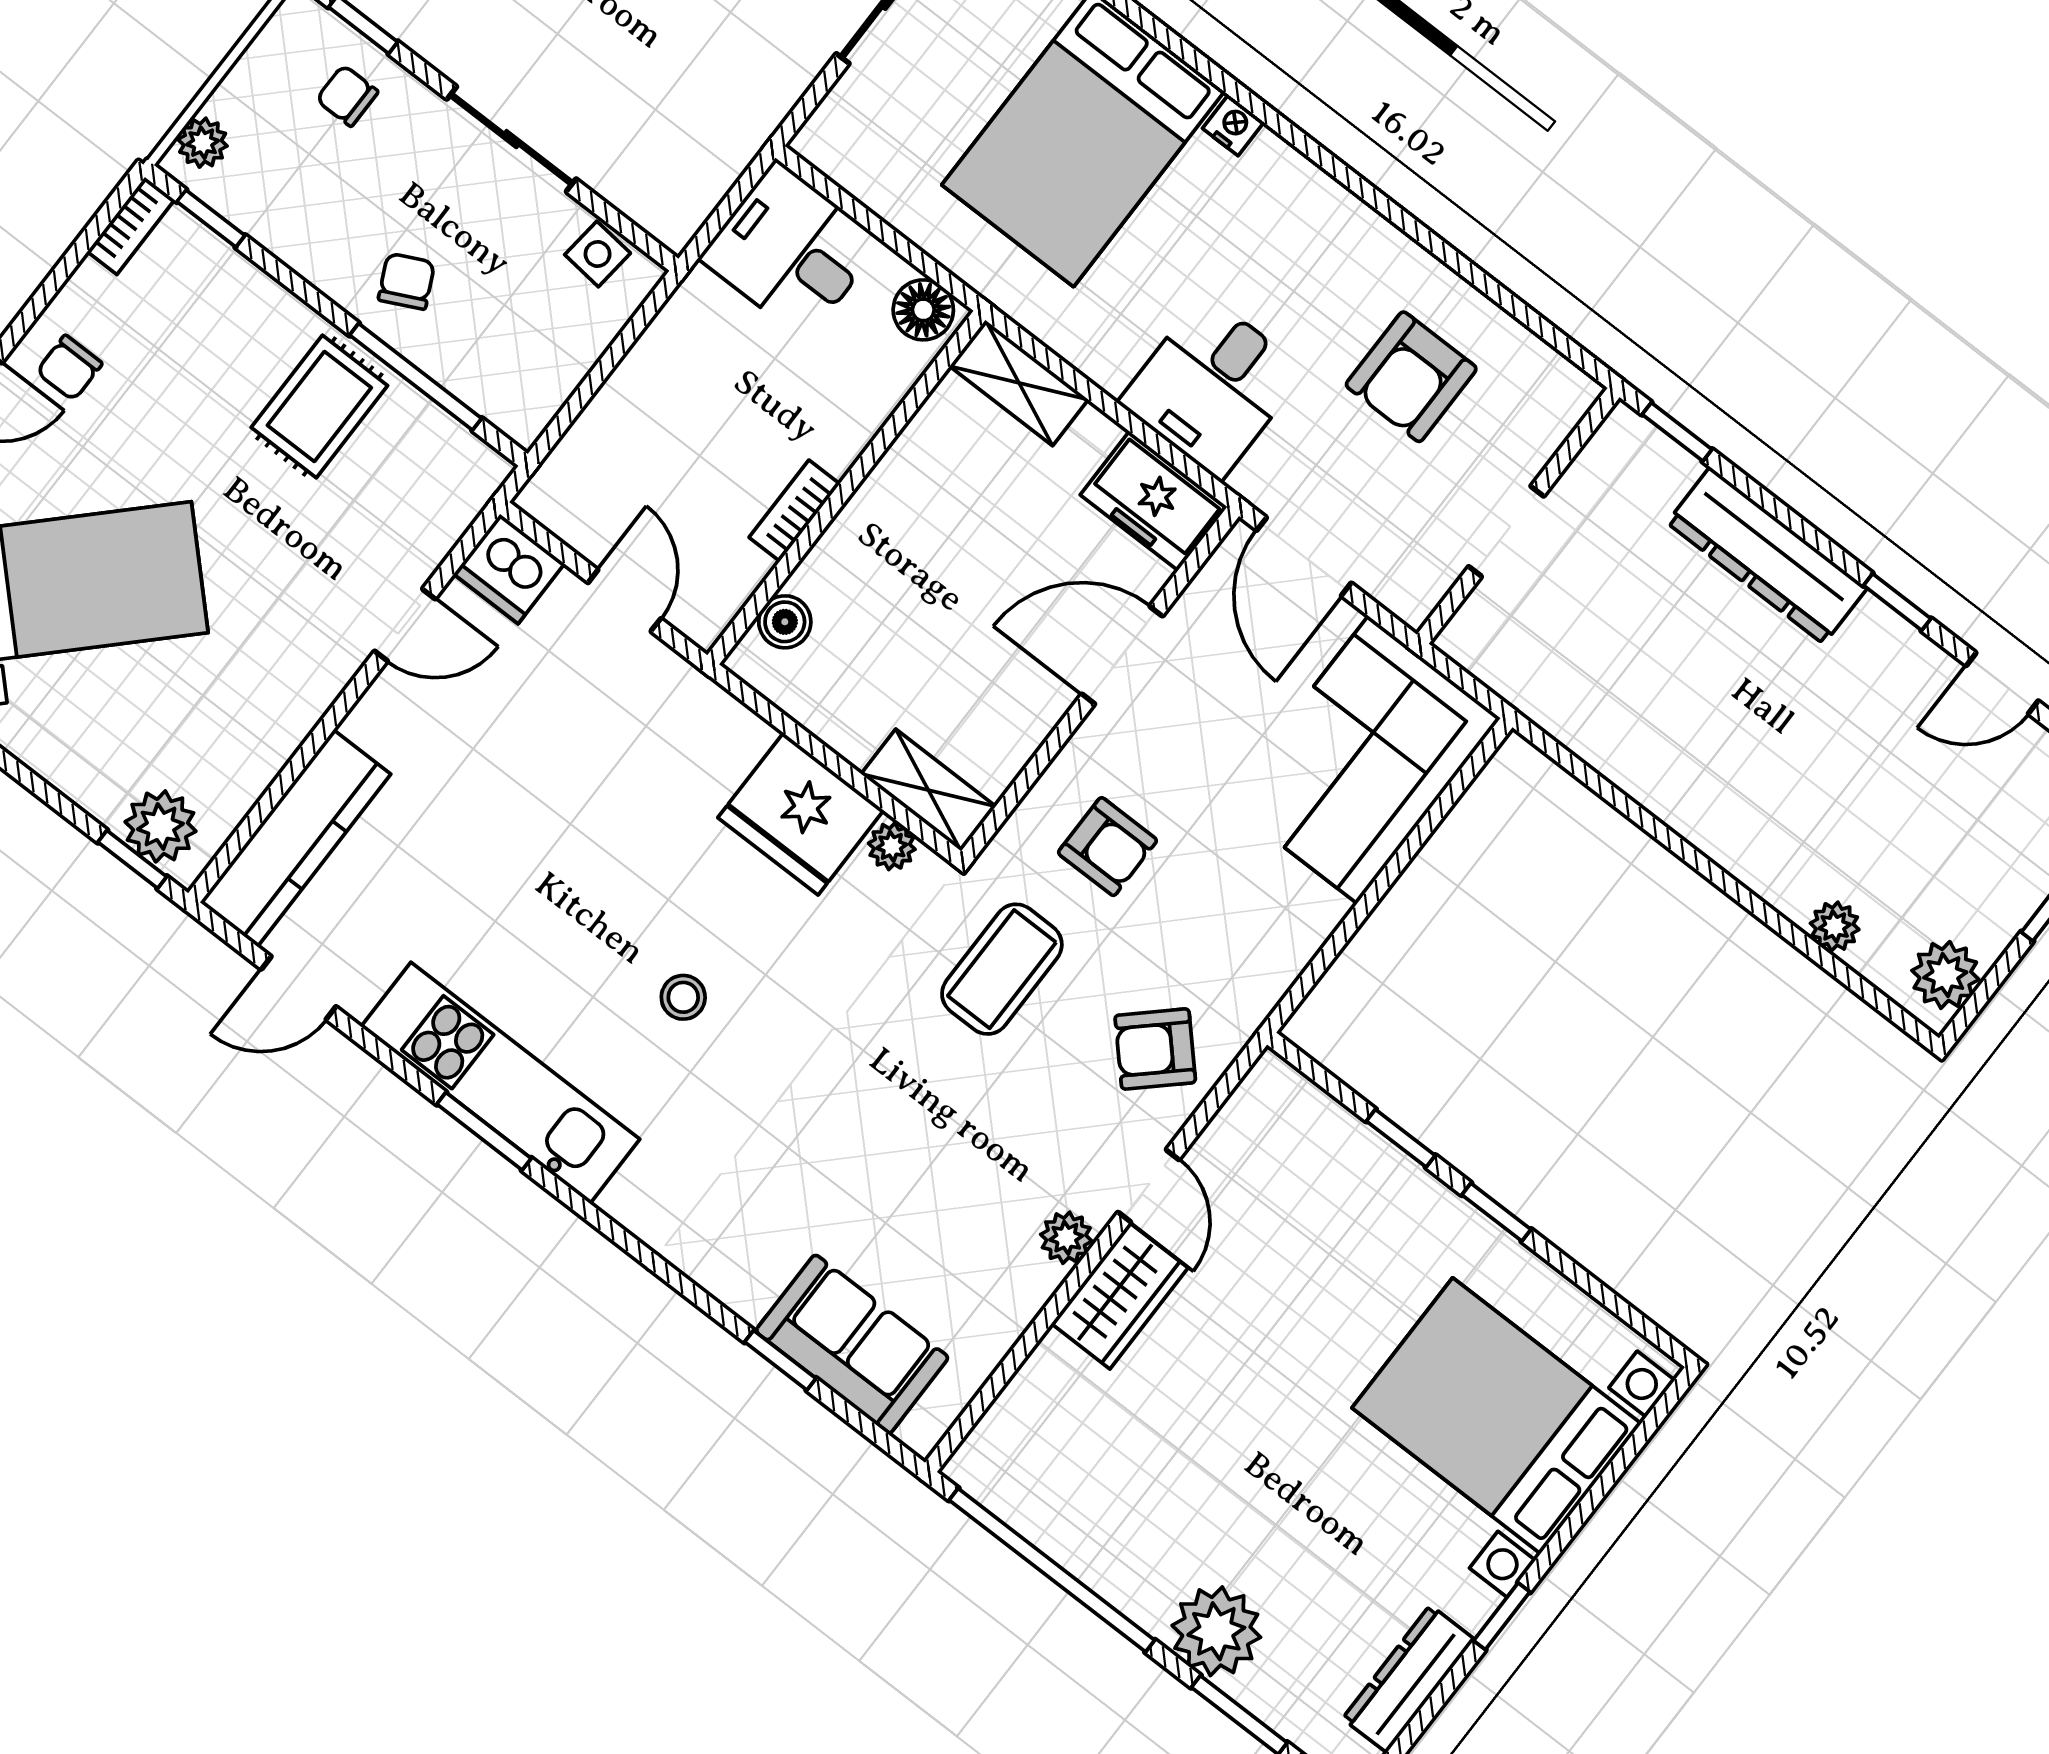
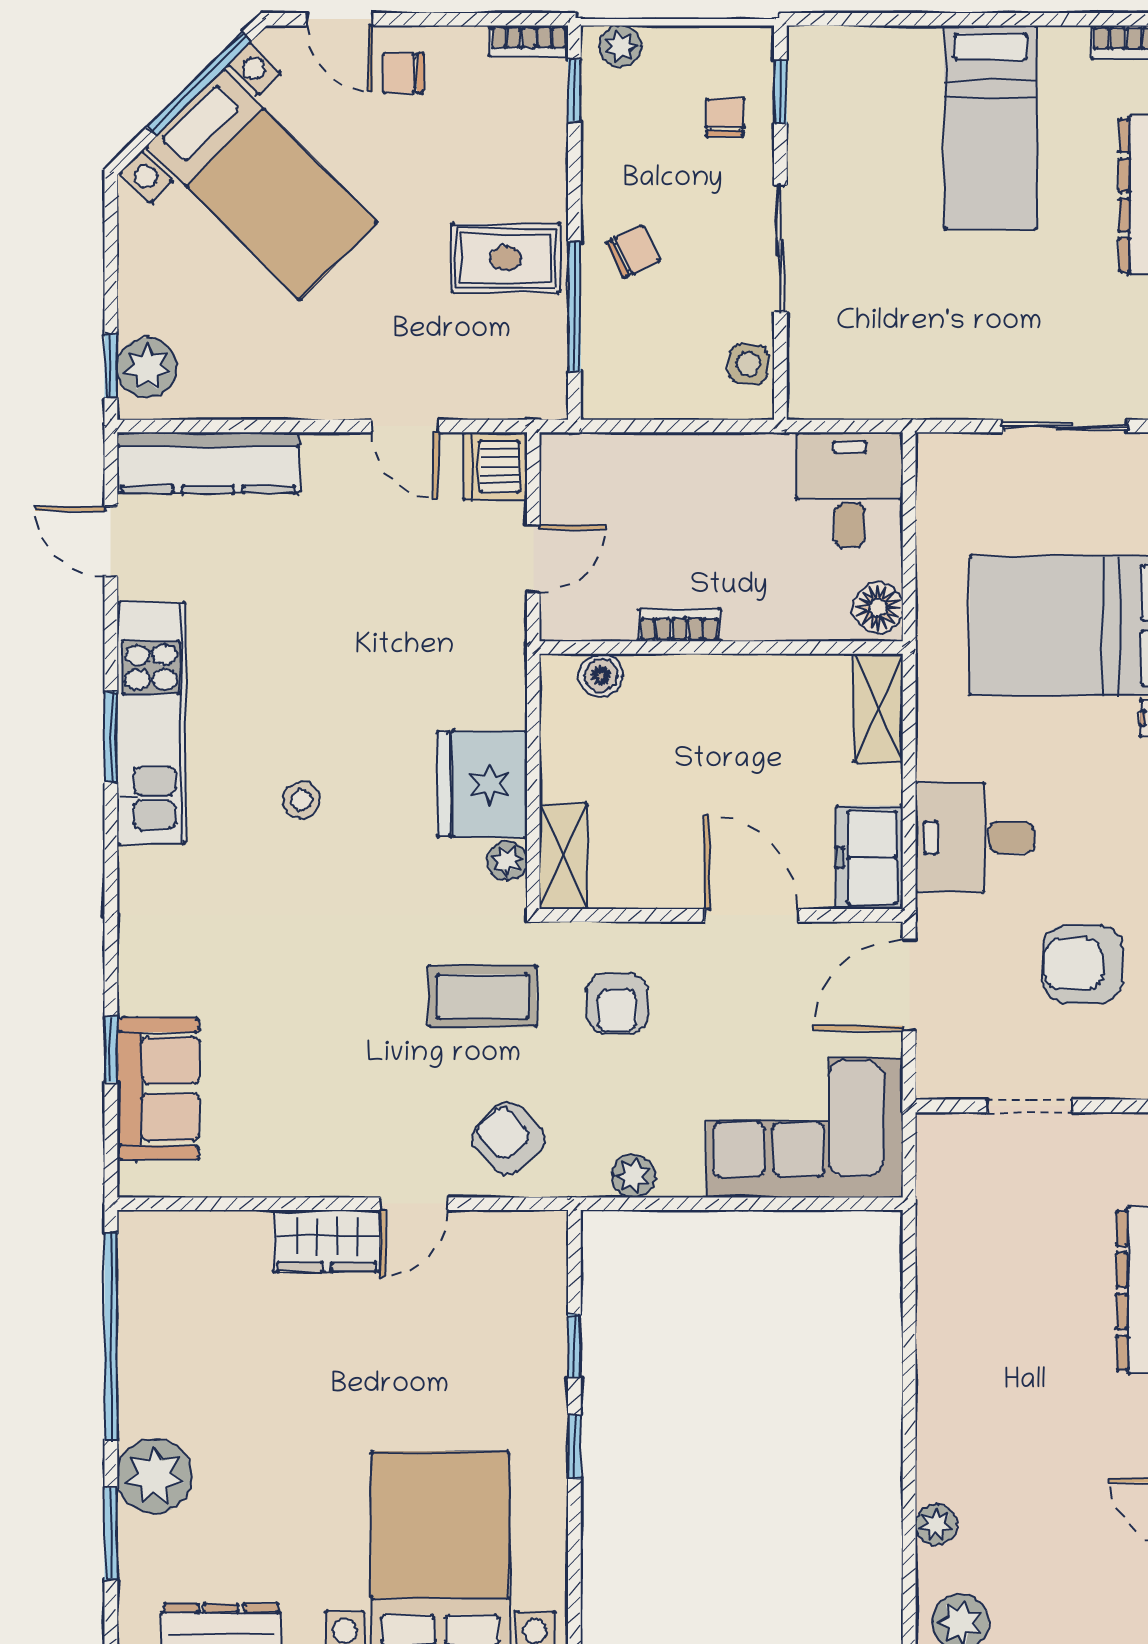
plant: (1066, 1238) -> (633, 1176), moved

